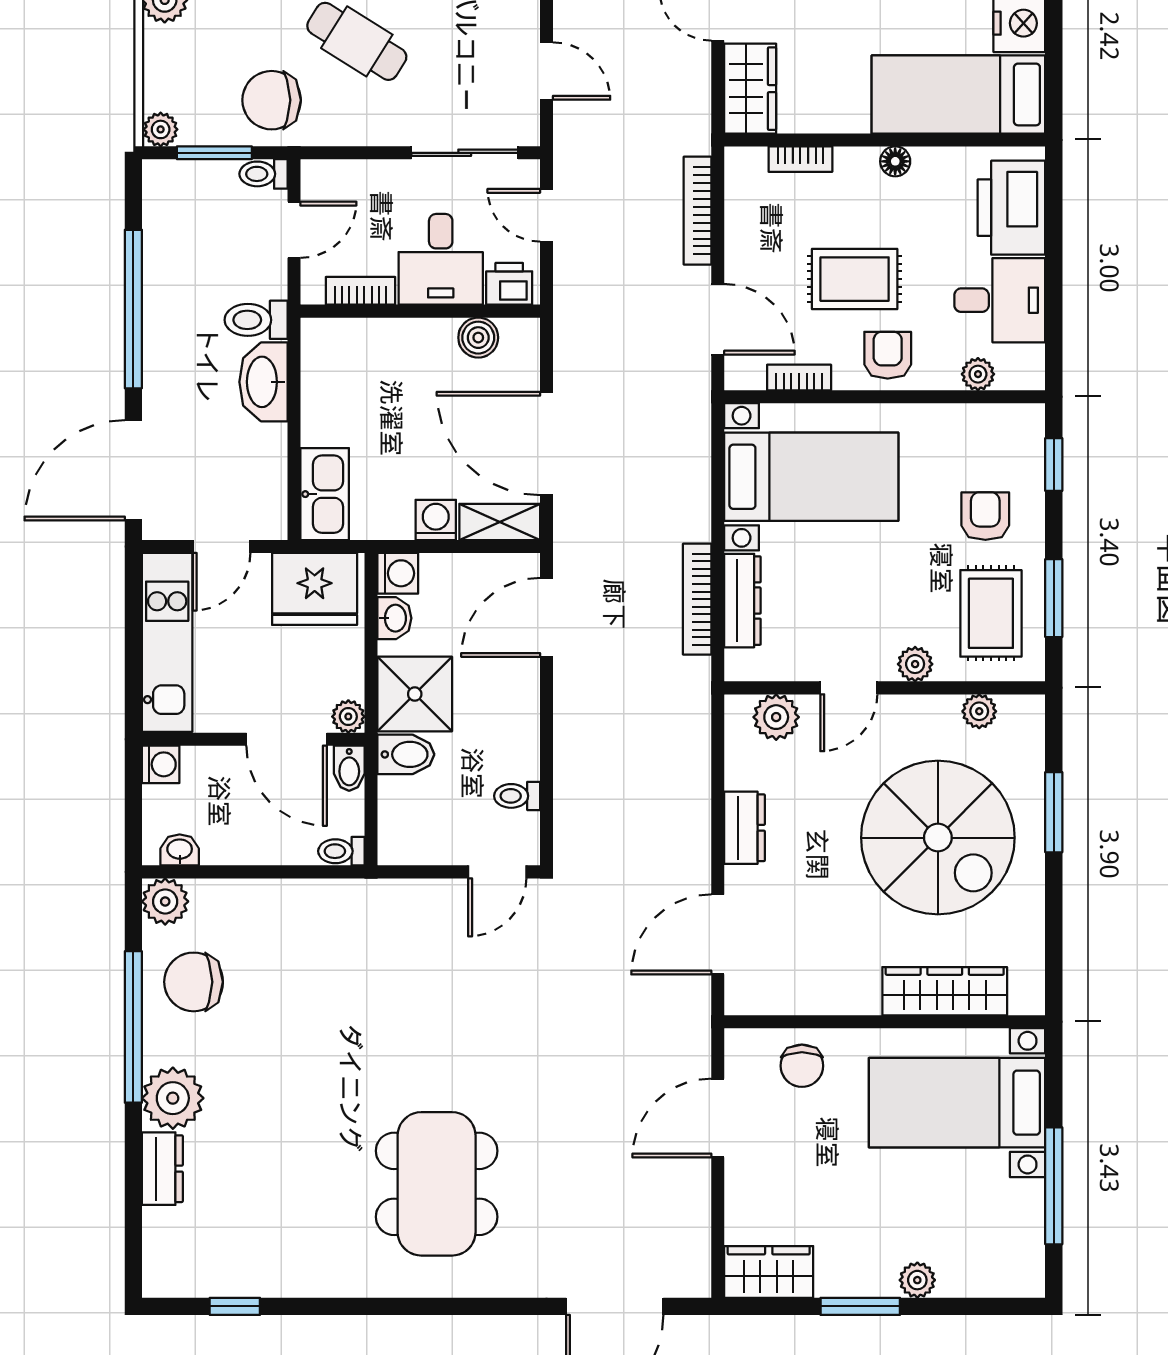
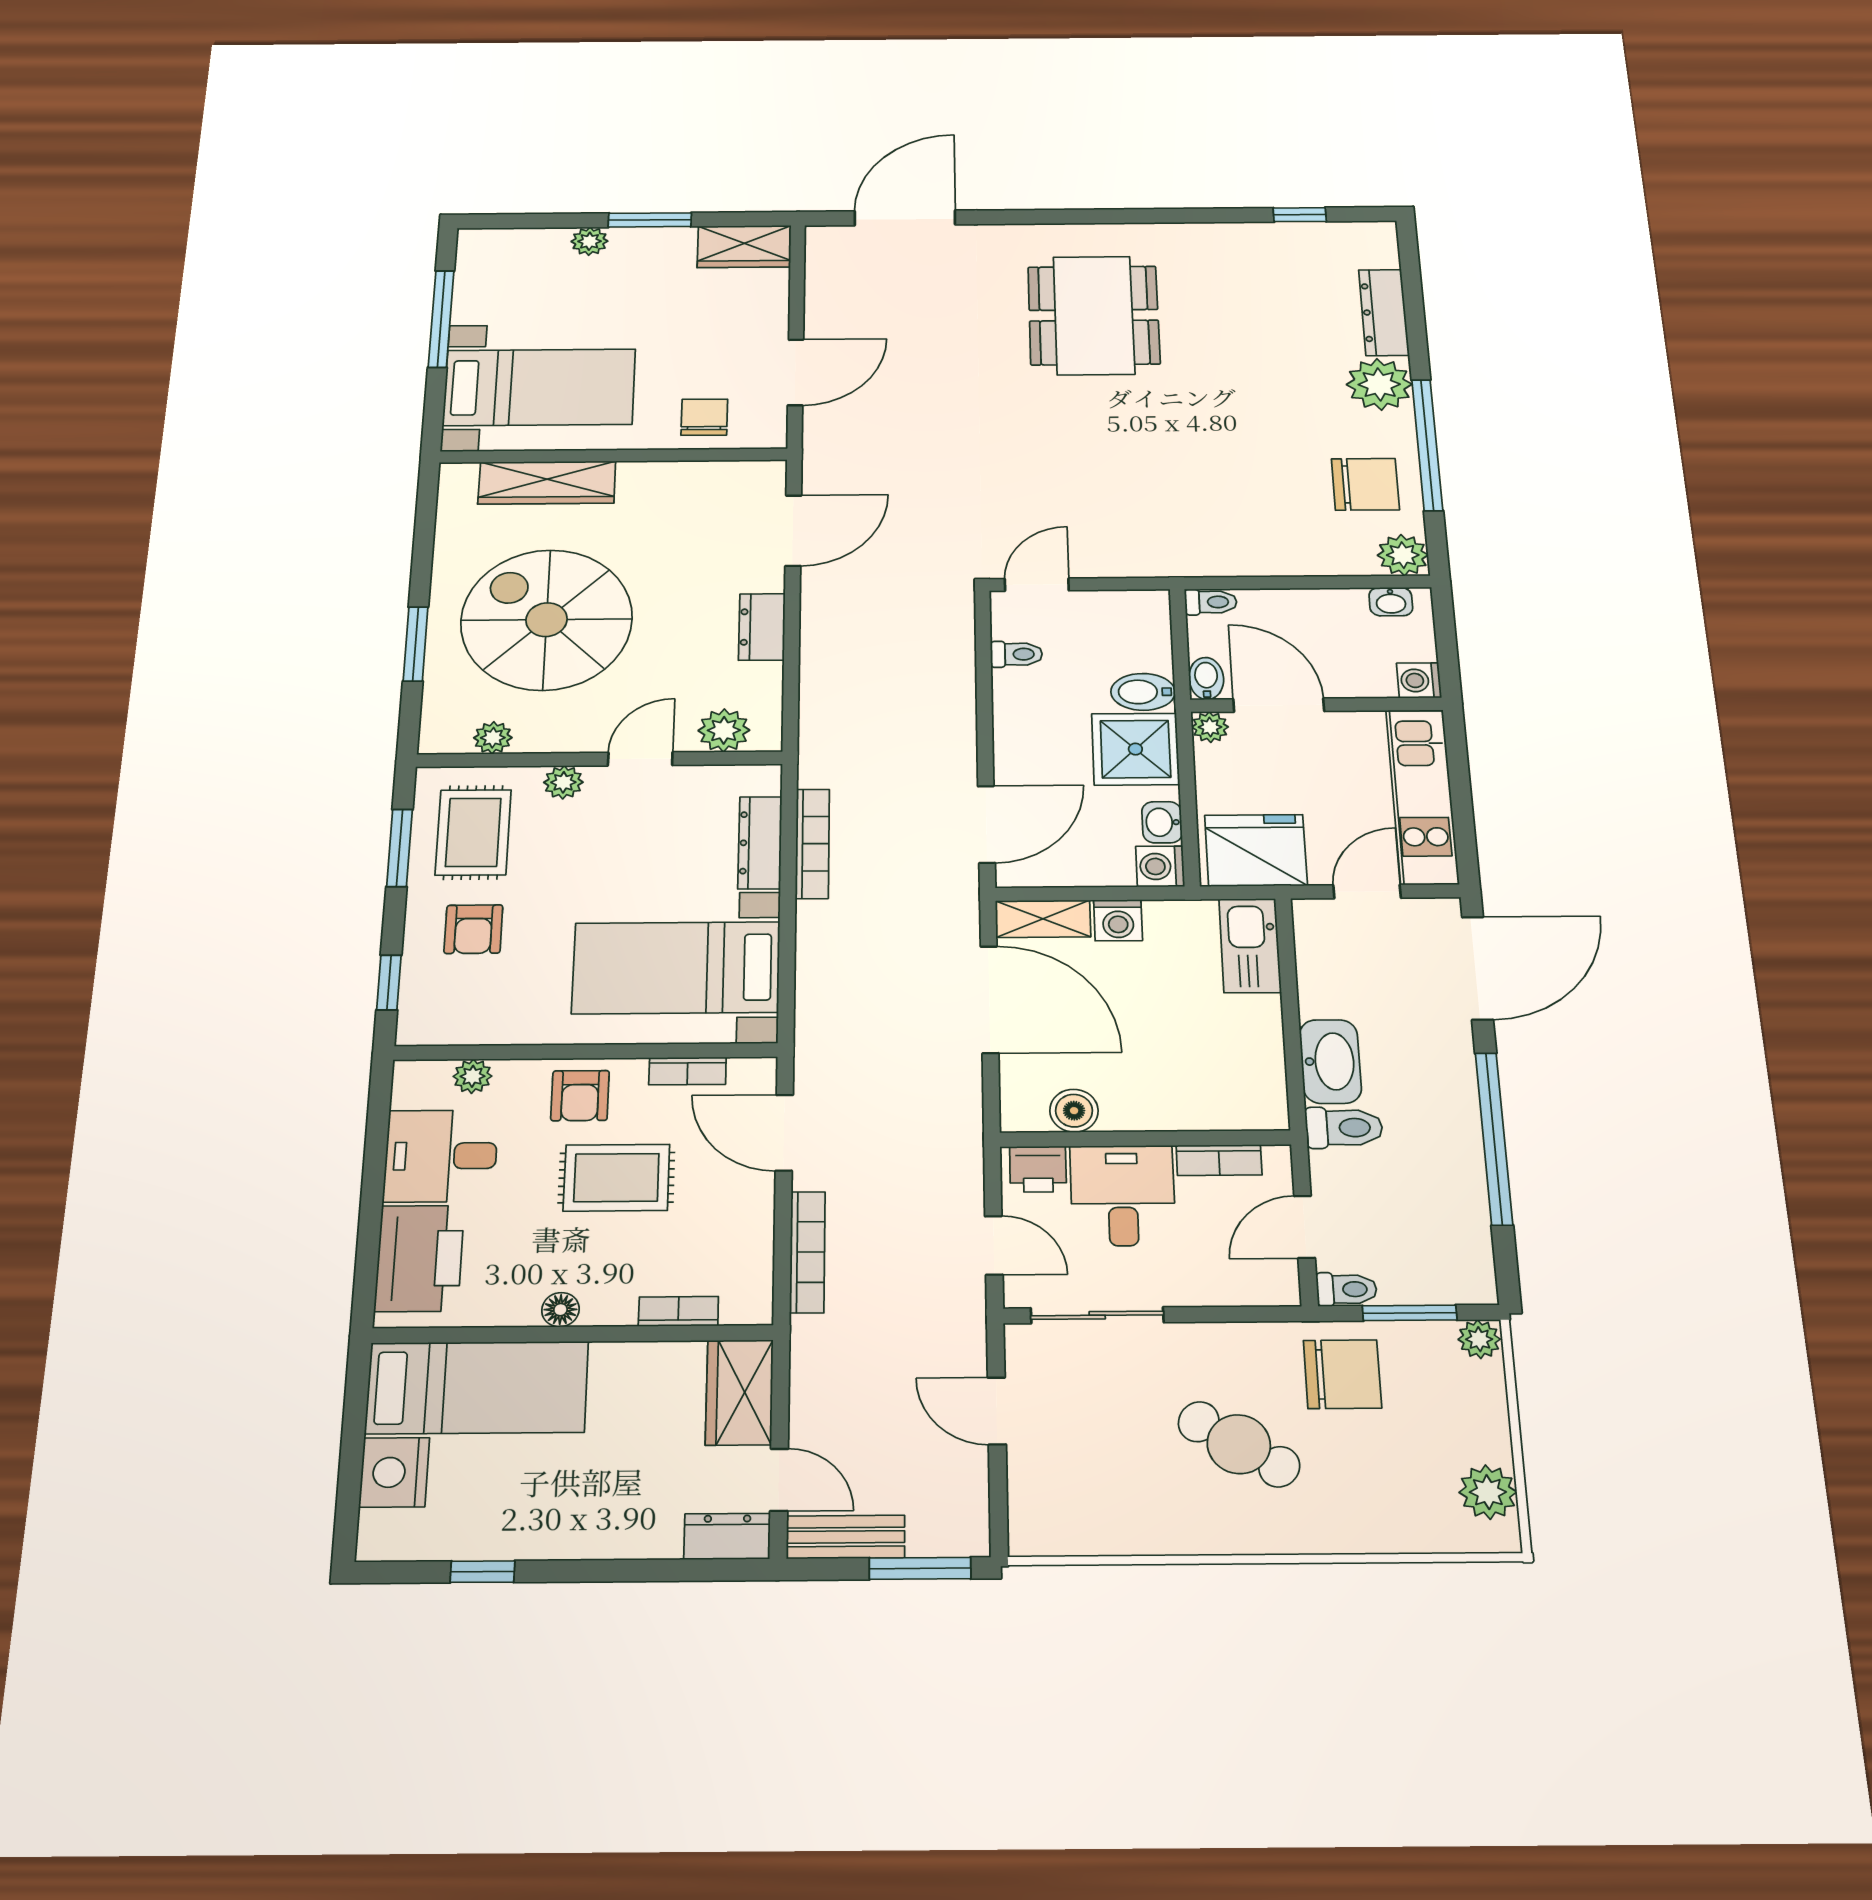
dresser: (162, 1169) -> (1384, 312), width x1.44

